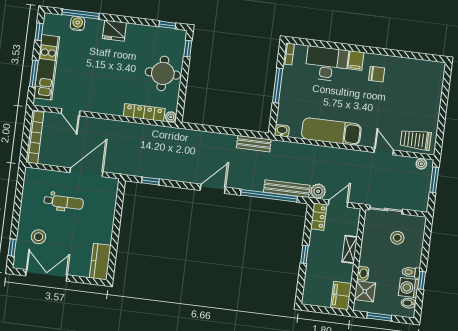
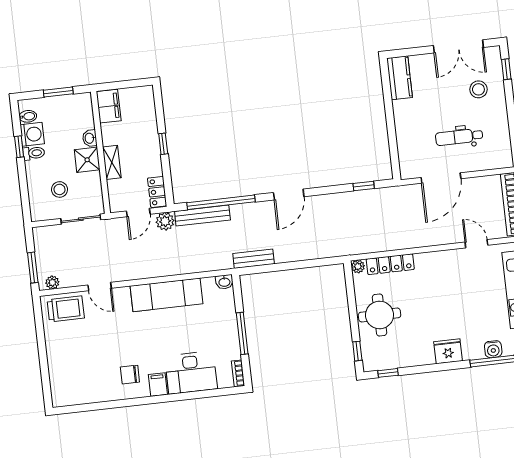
shower: (365, 291) -> (87, 160), moved

